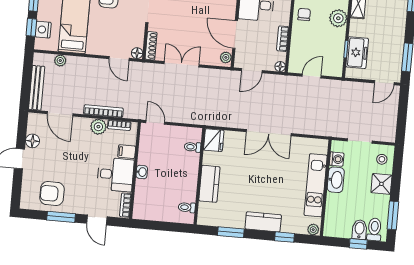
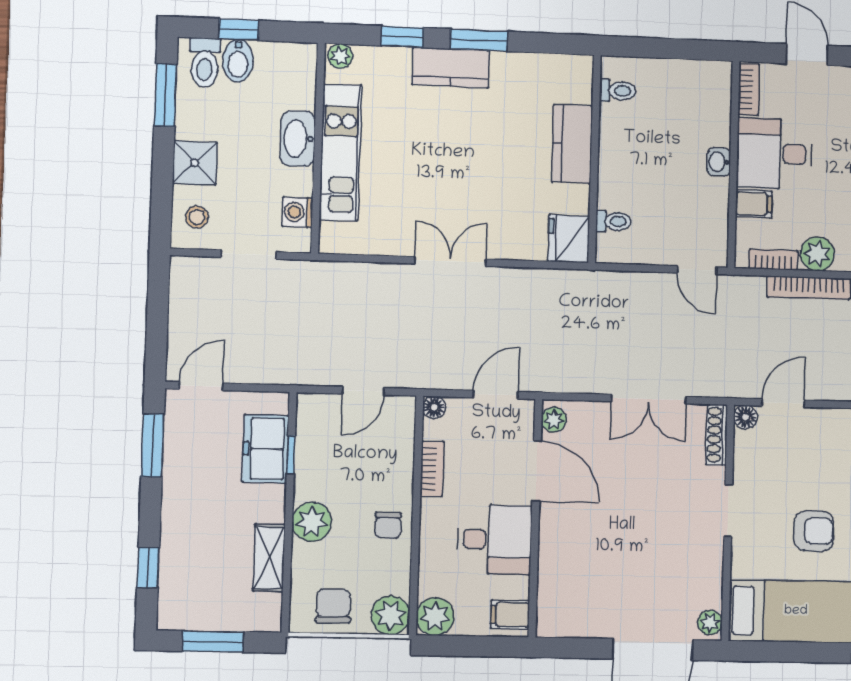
door: (119, 58) -> (783, 403), hinge flipped
double door: (269, 133) -> (450, 261), width x0.73
washbasin: (336, 180) -> (298, 139), moved
window: (231, 232) -> (479, 40), moved

